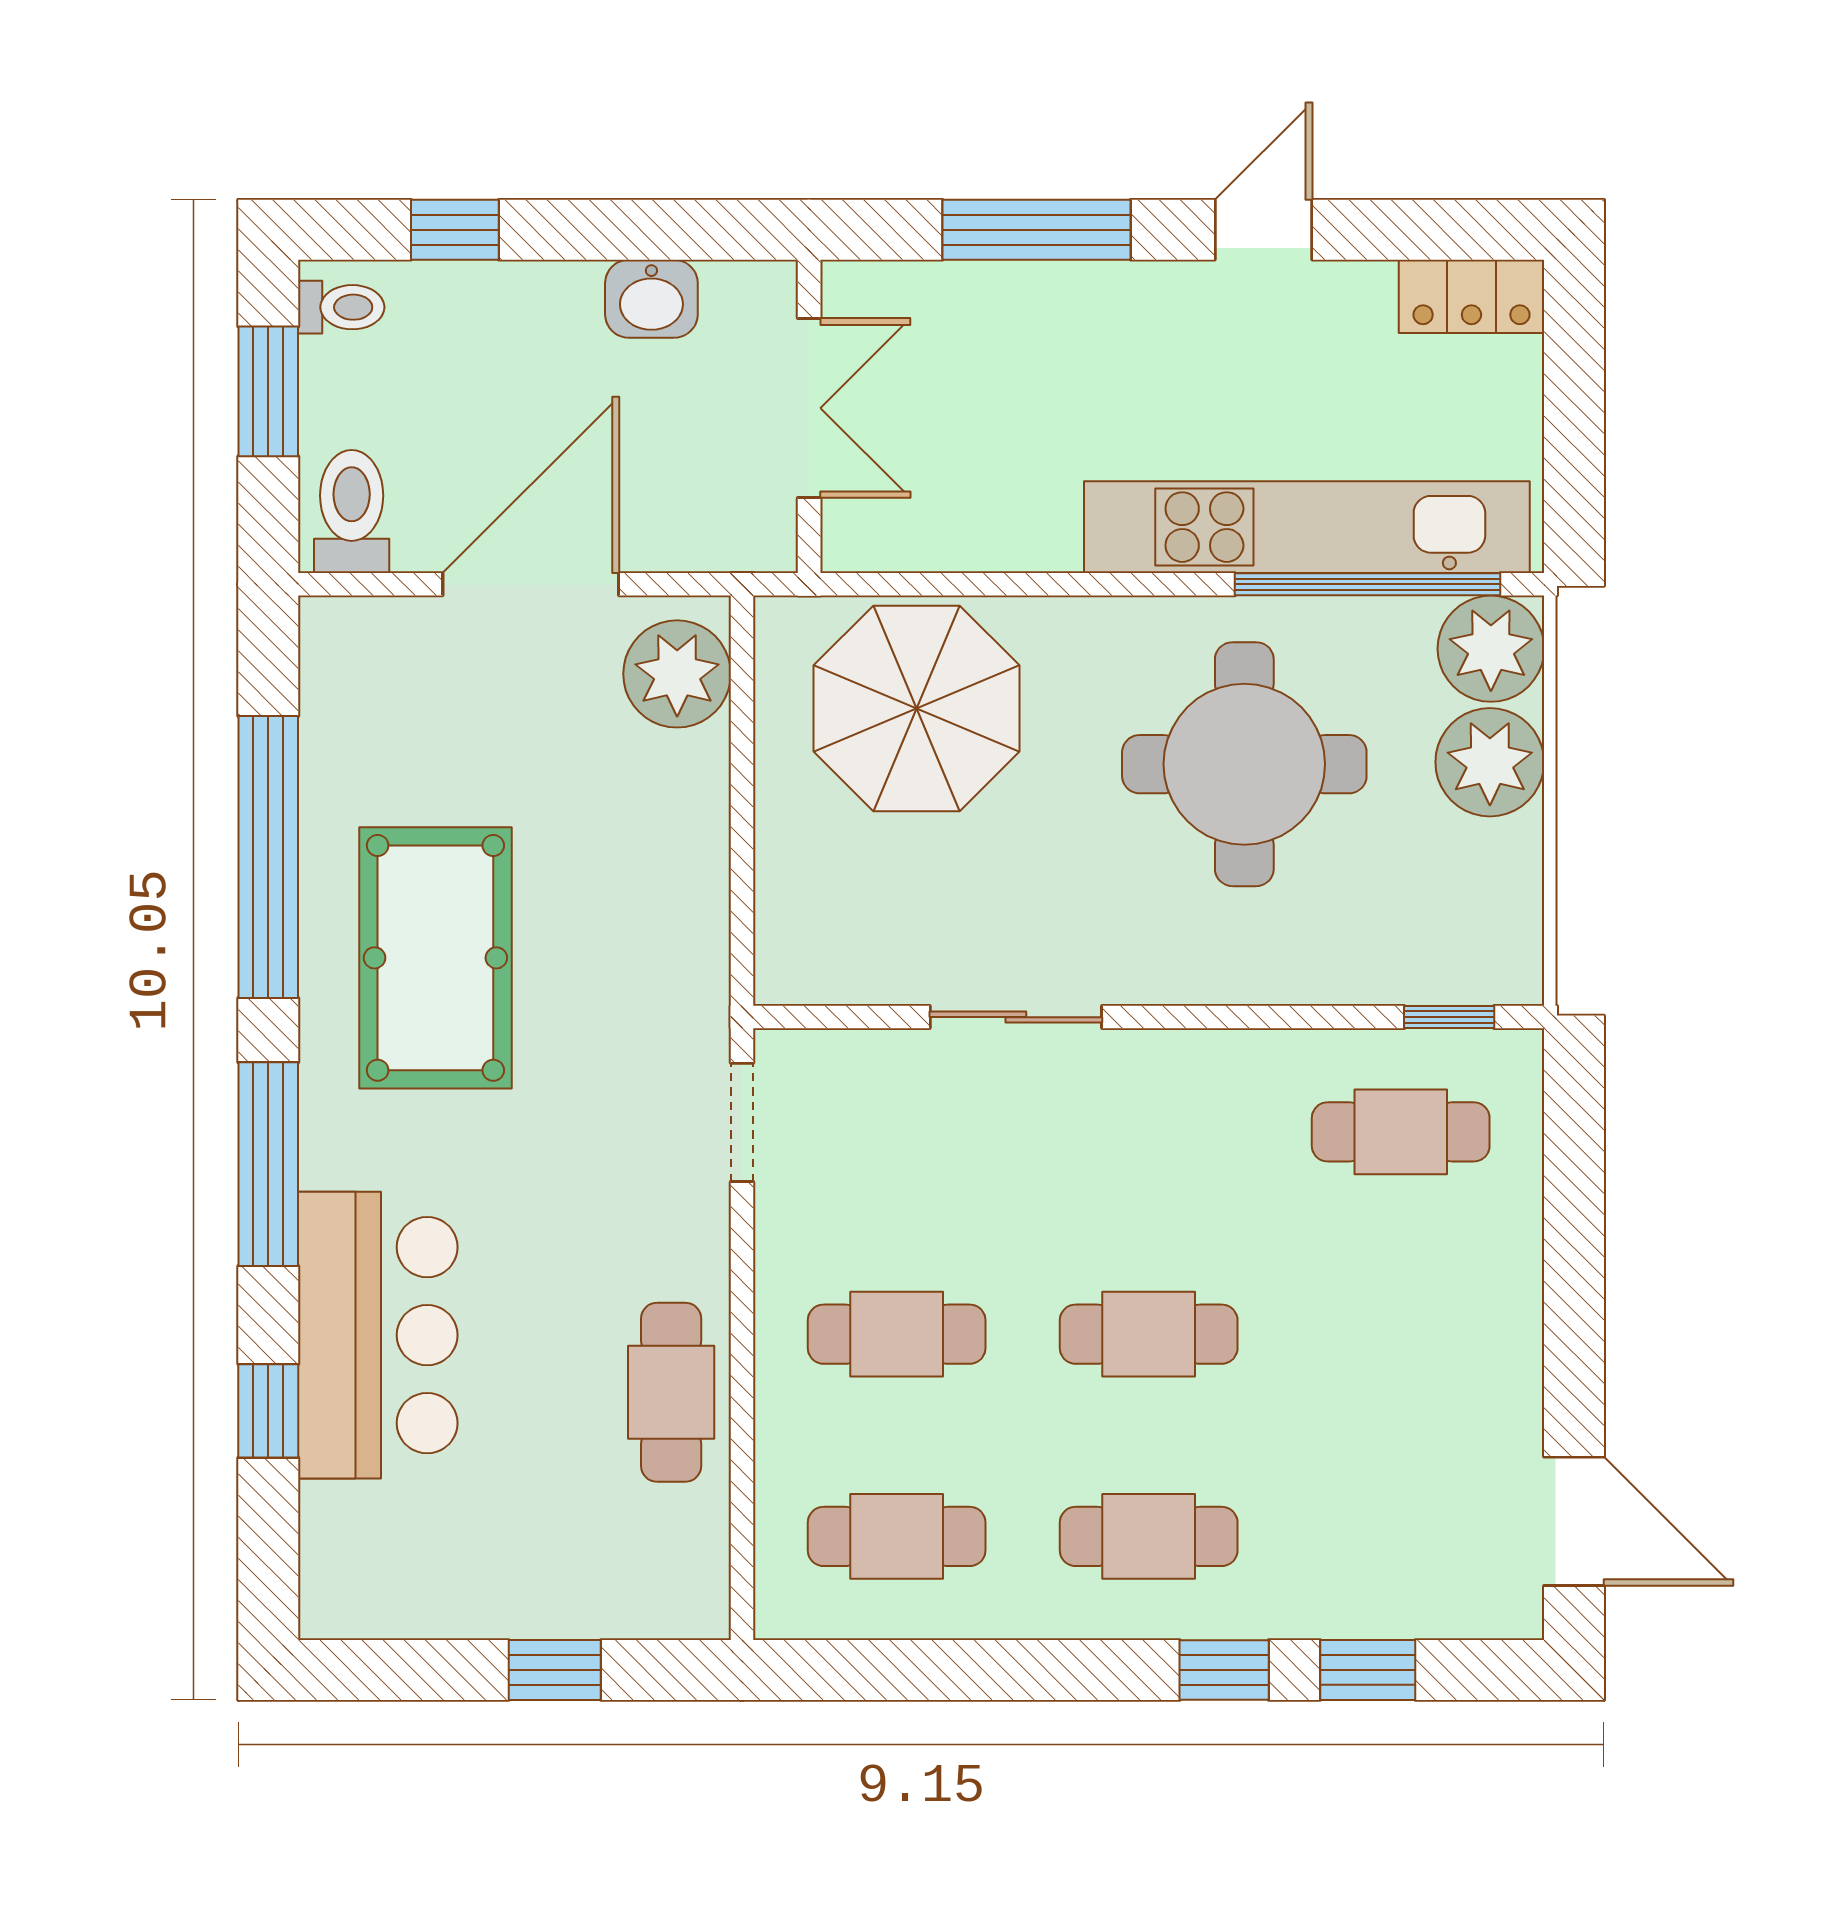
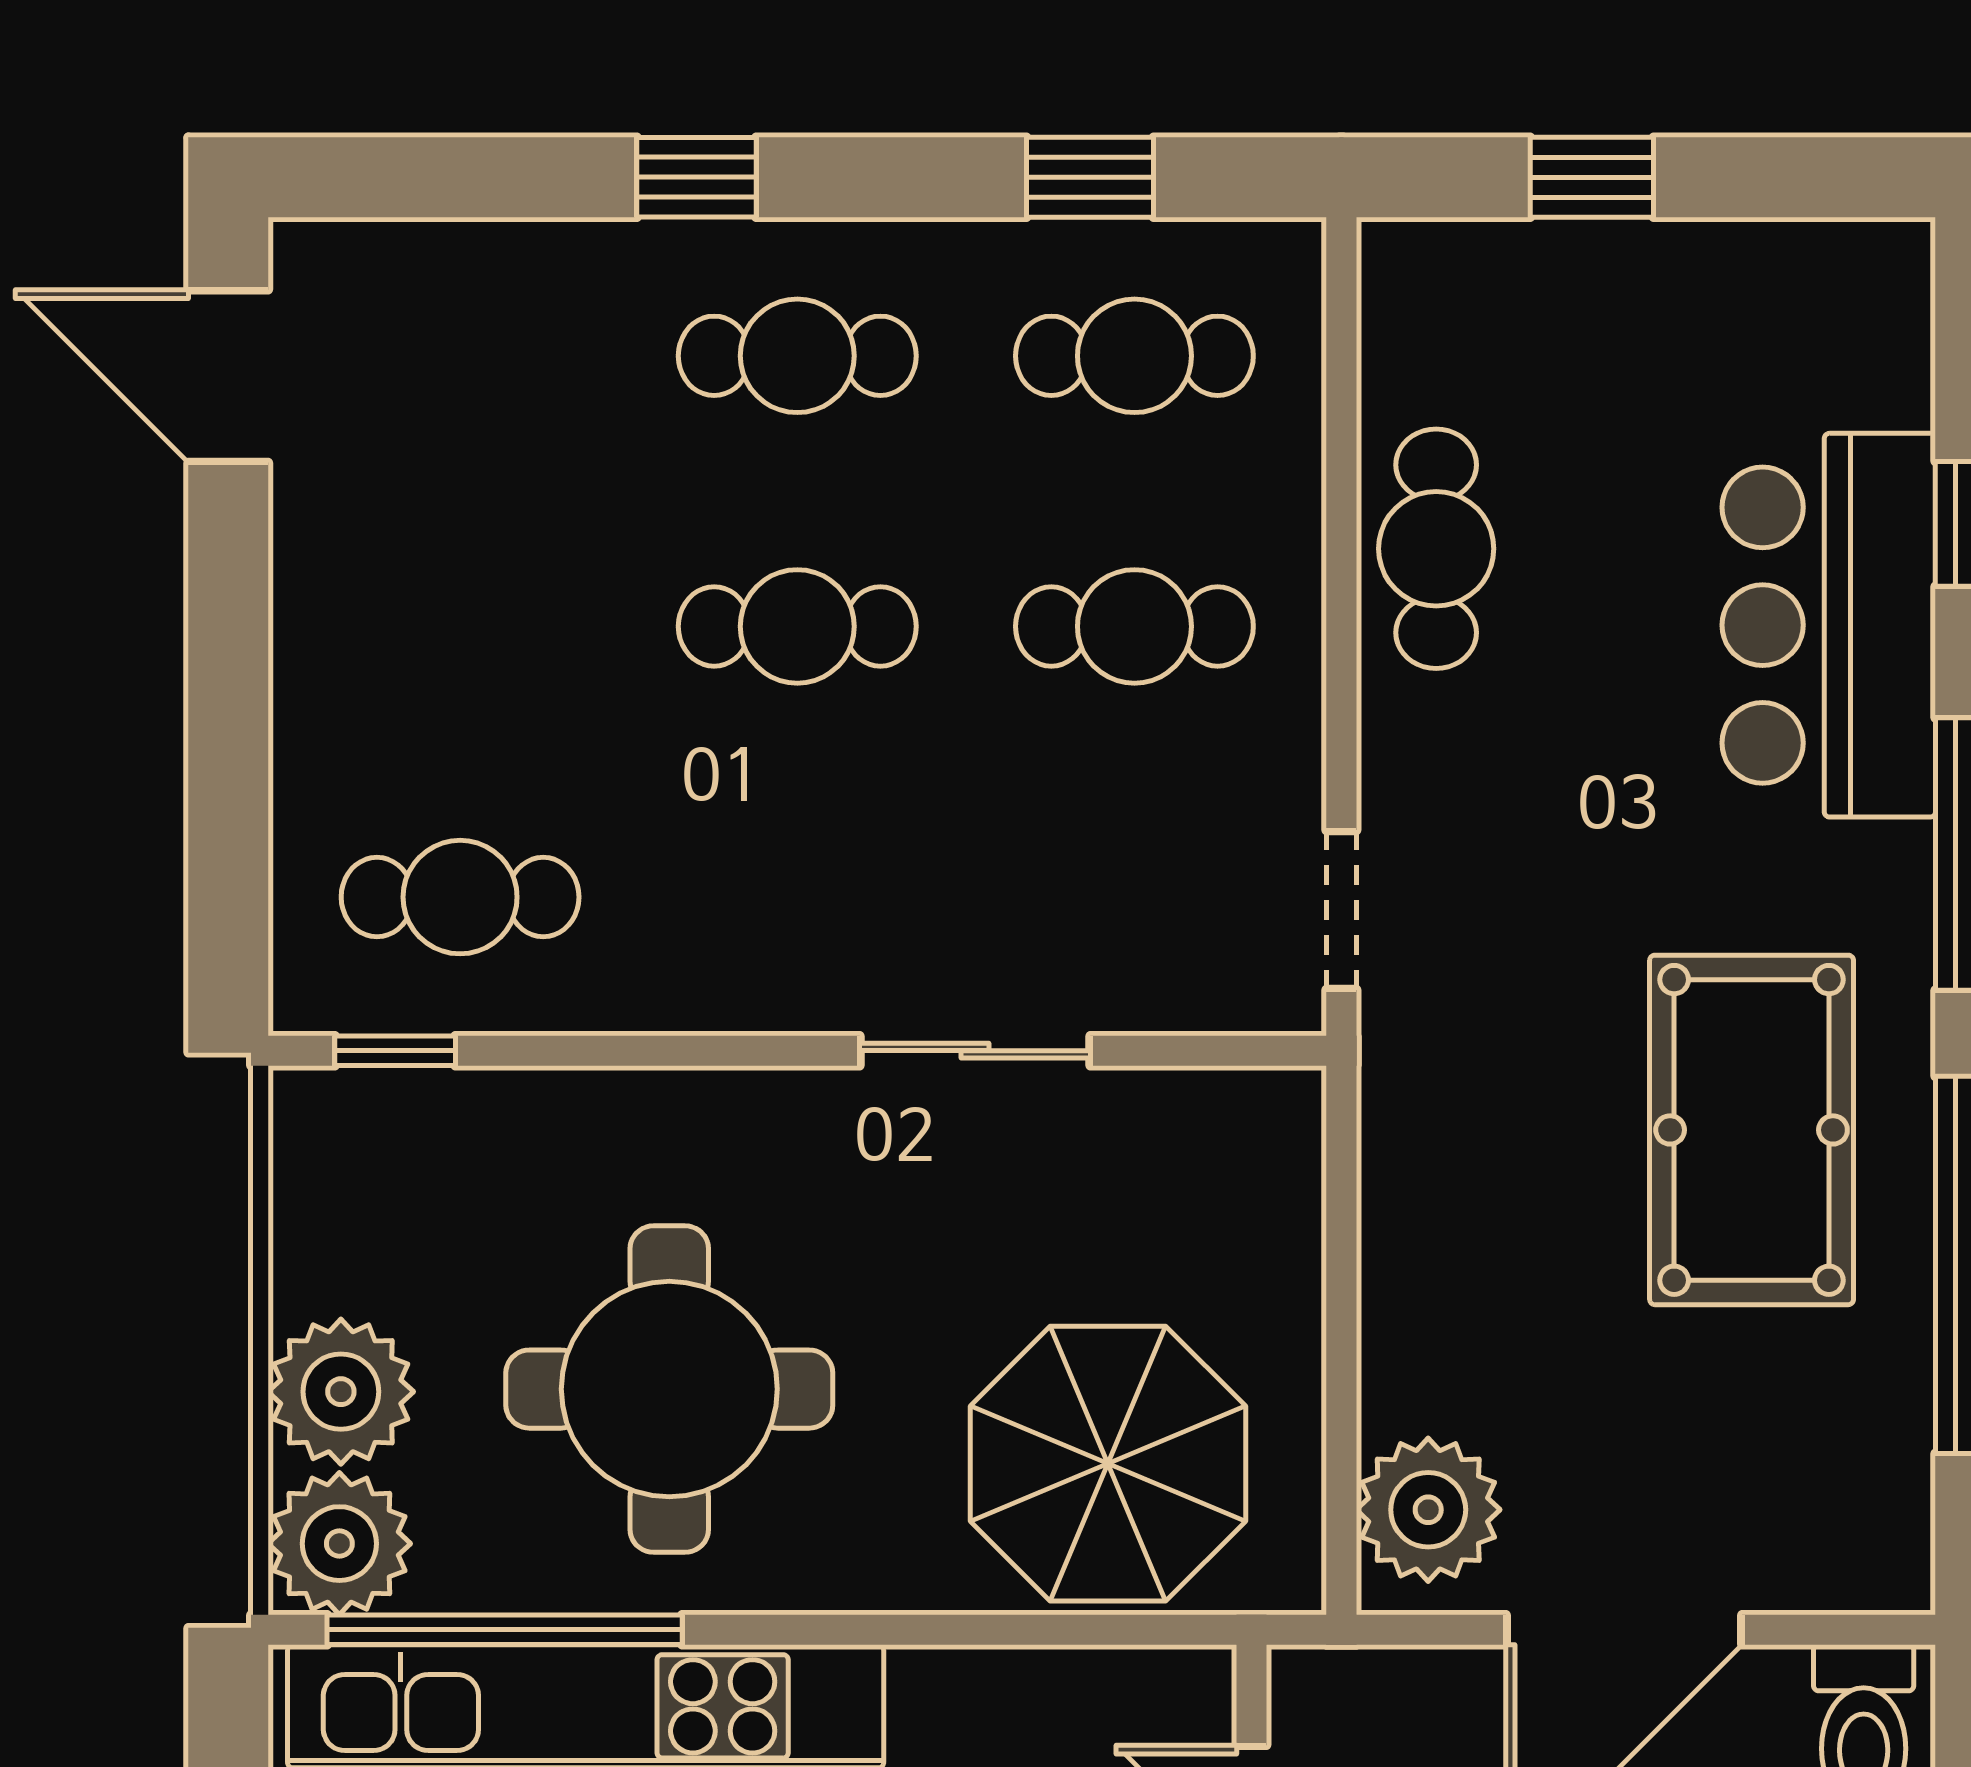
window: (1368, 1670) -> (1090, 177), moved

